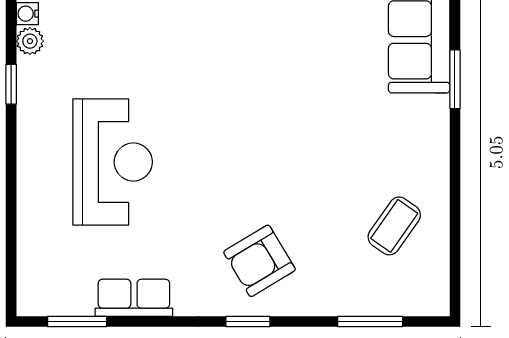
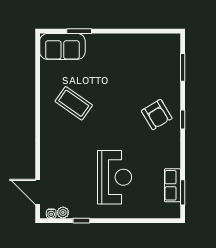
reception desk: (113, 162) -> (115, 177), turned 90
coffee table: (394, 226) -> (74, 103), moved, width x1.36, depth x1.30
row of seats: (134, 298) -> (172, 185), moved

